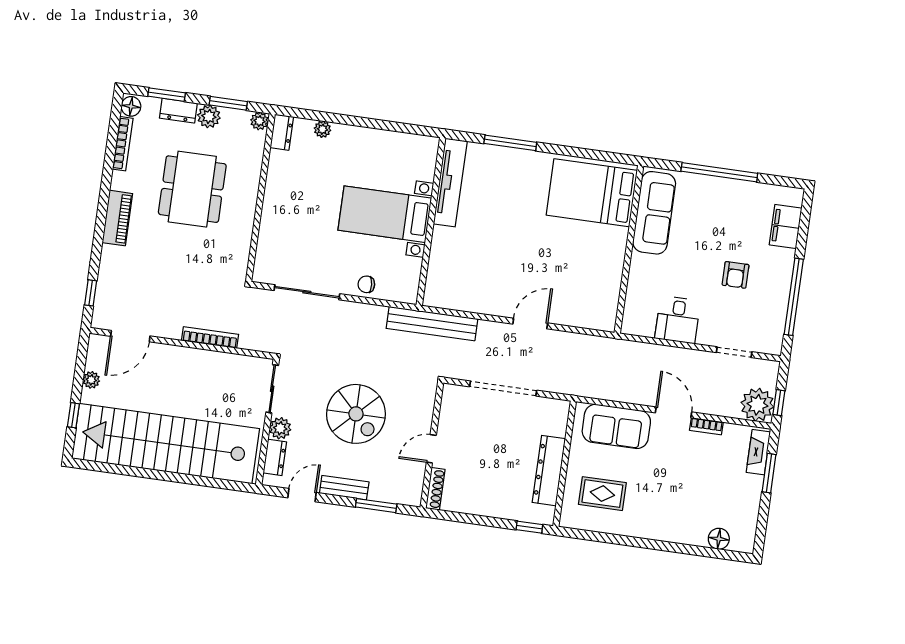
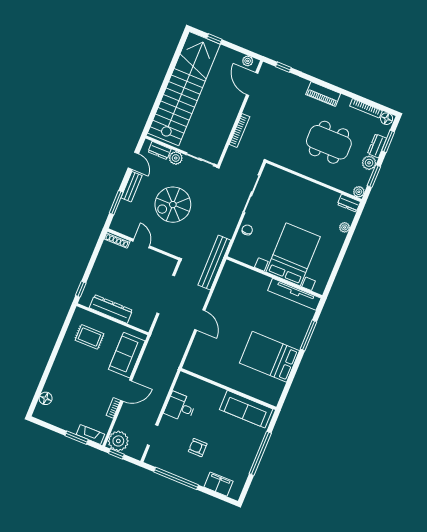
bed: (592, 193) -> (269, 357), moved, turned -90
bed with nightstands: (385, 214) -> (293, 254), width x1.36
plant: (91, 380) -> (248, 61), moved
rug: (602, 494) -> (89, 337), turned 90

